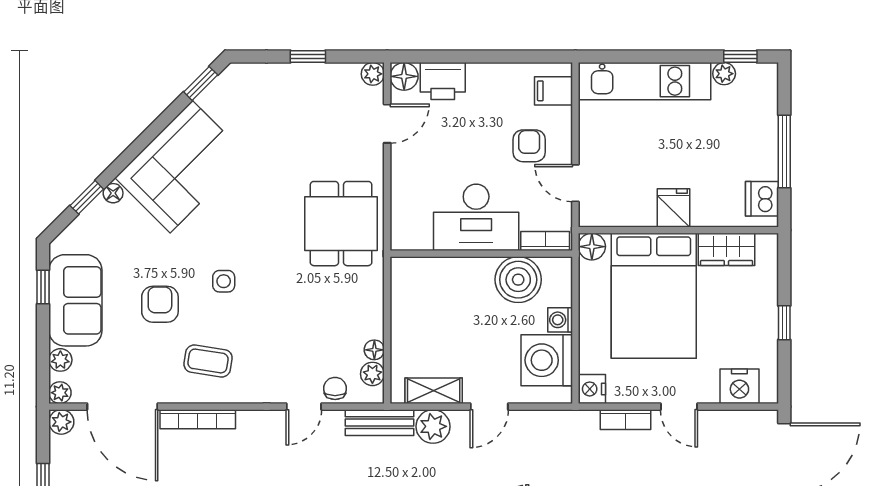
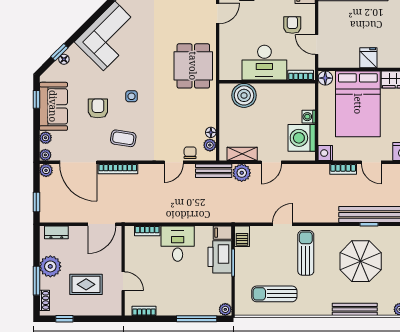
floor lamp: (113, 193) -> (64, 59), moved
boiler: (518, 280) -> (244, 95), moved

